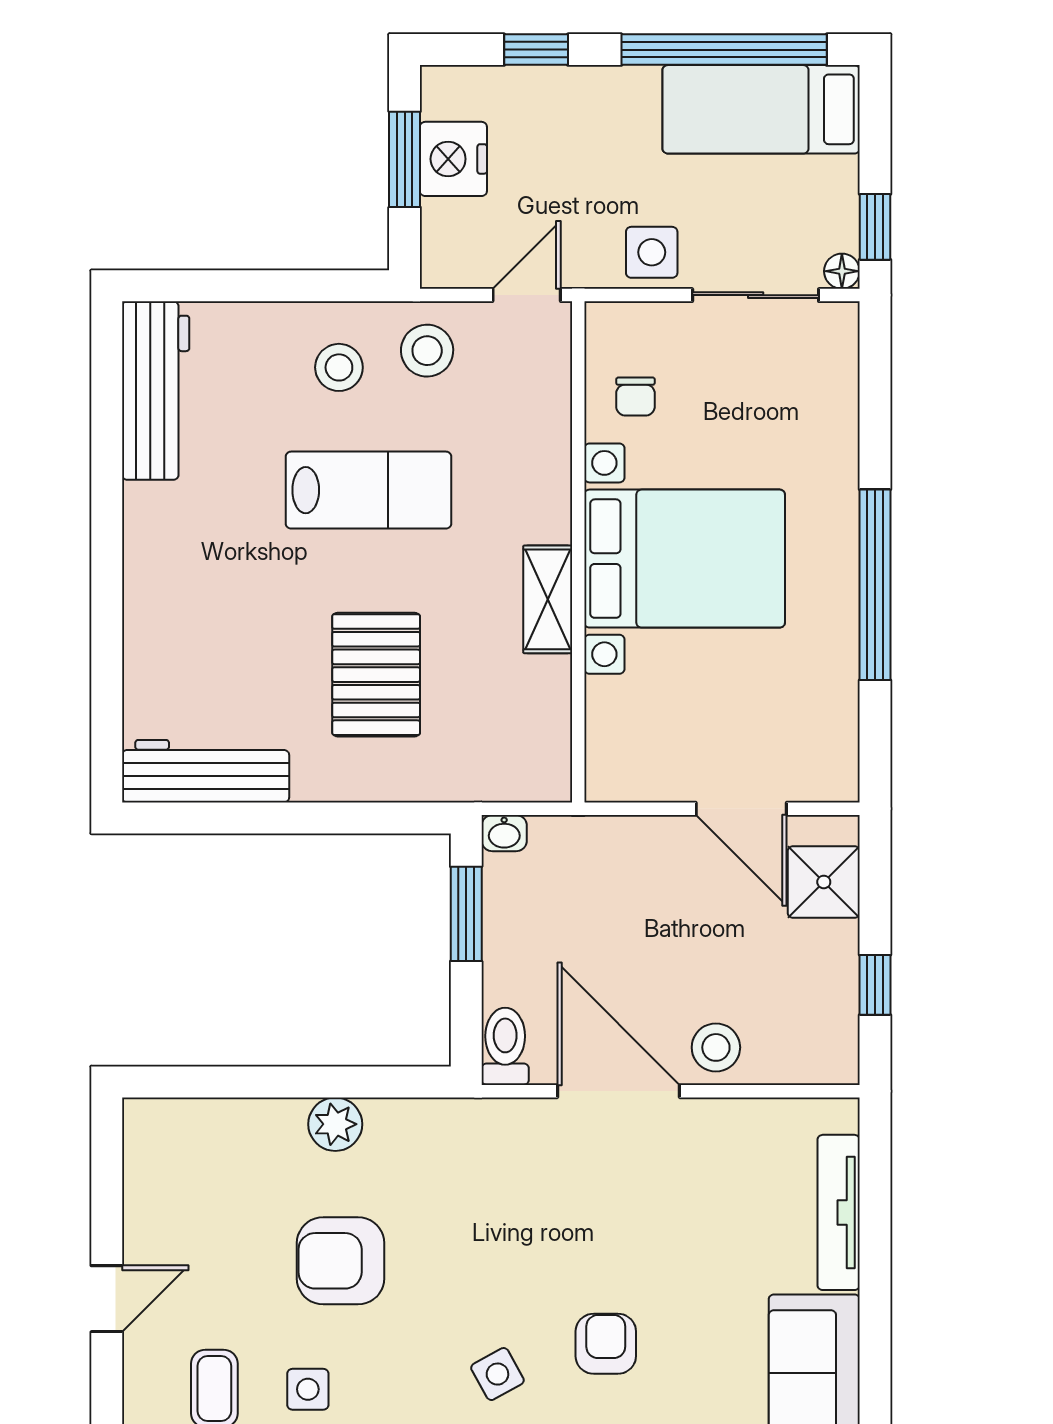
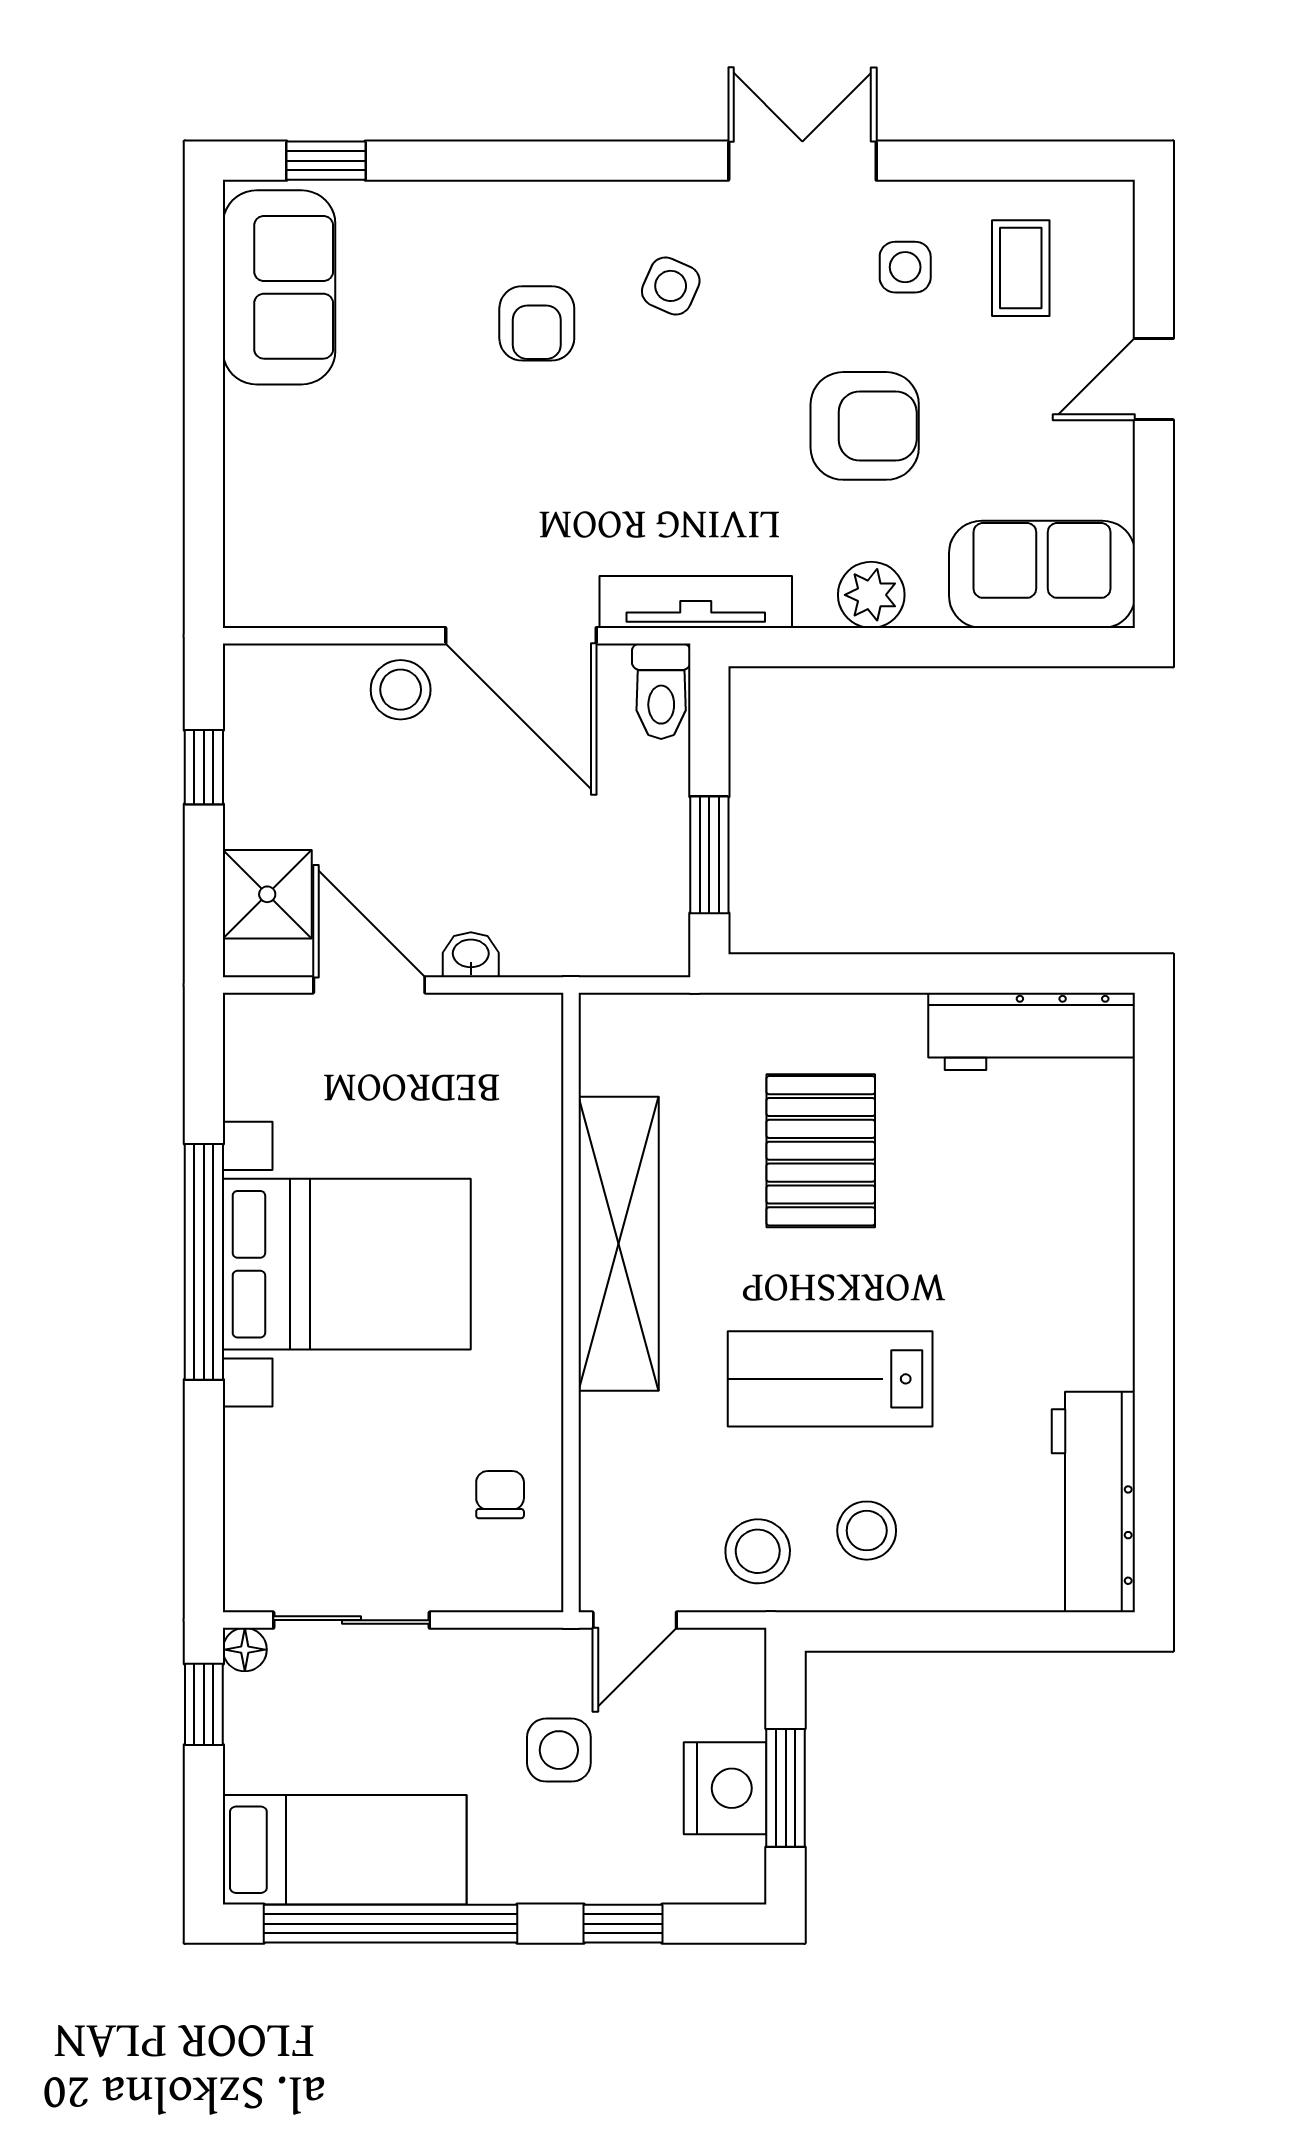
side table: (652, 252) -> (559, 1750), moved
bed with nightstands: (685, 559) -> (347, 1264), moved, turned 180
shelving: (548, 599) -> (619, 1244), width x2.20, depth x1.33
washbasin: (504, 833) -> (471, 955), moved
sofa: (197, 1141) -> (1042, 574), added
tv unit: (839, 1212) -> (696, 602), moved, turned -90
side table: (497, 1374) -> (671, 286), turned -37

